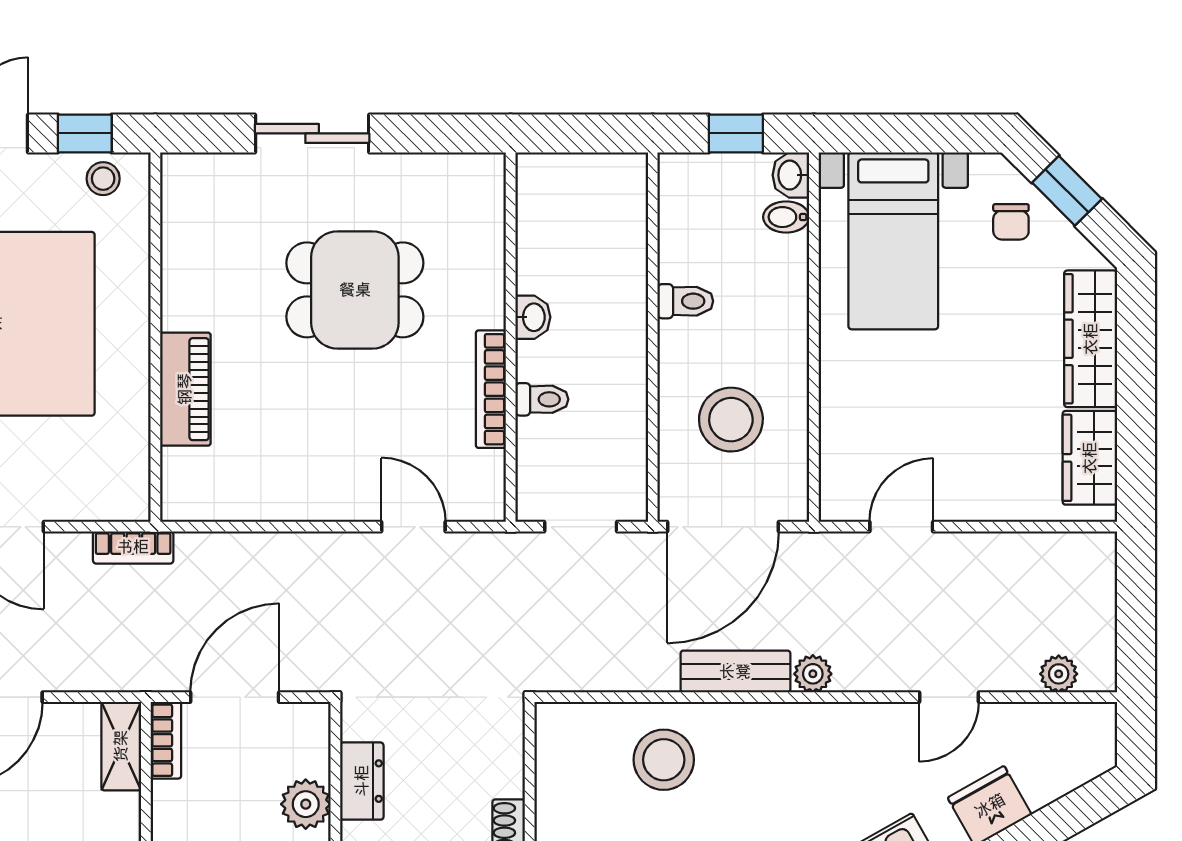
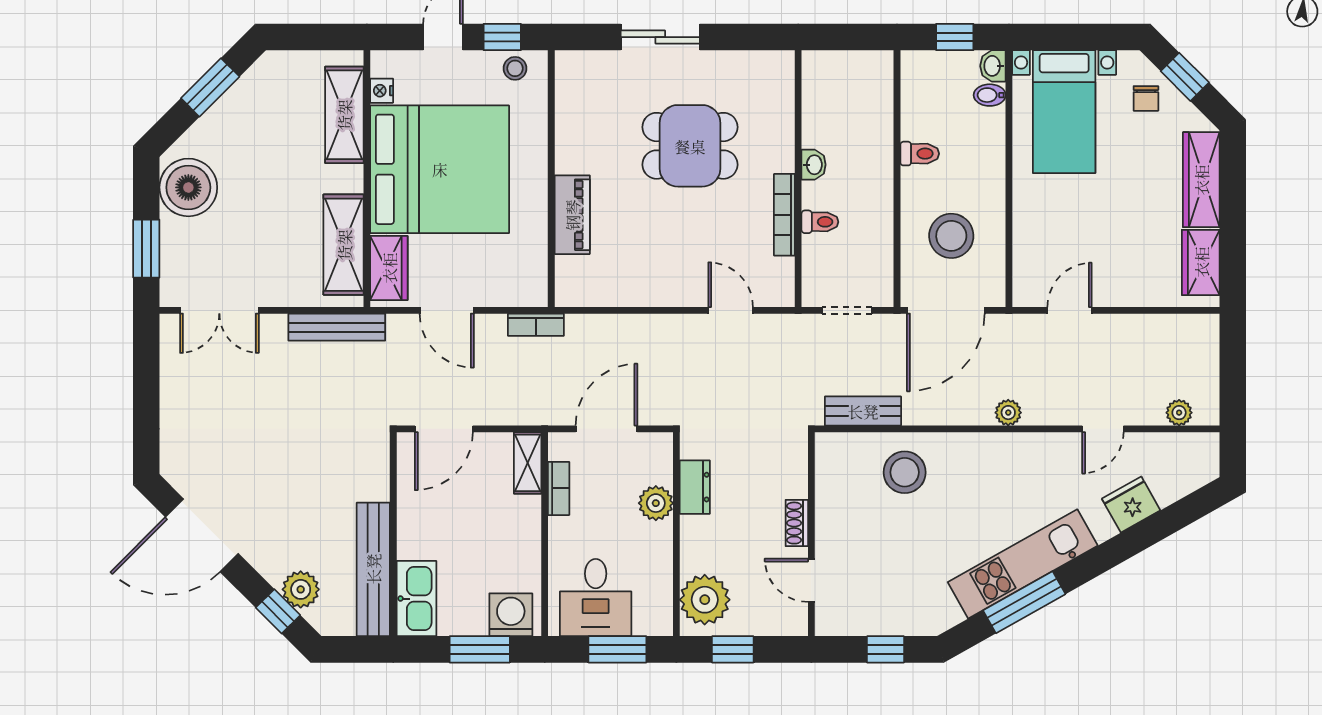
bench: (735, 672) -> (863, 411), moved
bookcase: (166, 740) -> (559, 488), moved

